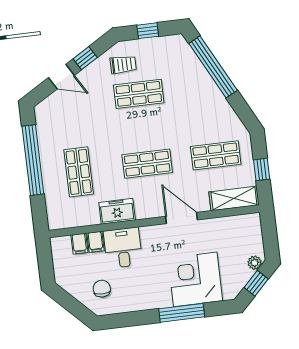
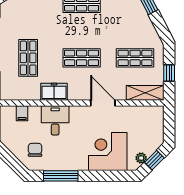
filing cabinet: (96, 242) -> (35, 113), removed
plant: (255, 263) -> (141, 158), moved
window: (182, 313) -> (61, 176), moved

